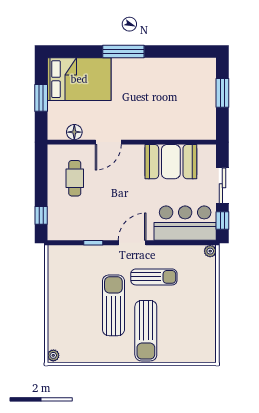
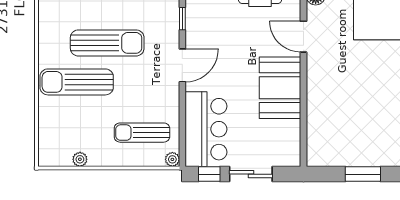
booth: (171, 162) -> (280, 88), moved
door: (132, 243) -> (182, 65), hinge flipped
sun lounger: (154, 277) -> (142, 133), moved, turned 90
plant: (210, 328) -> (80, 159), added

